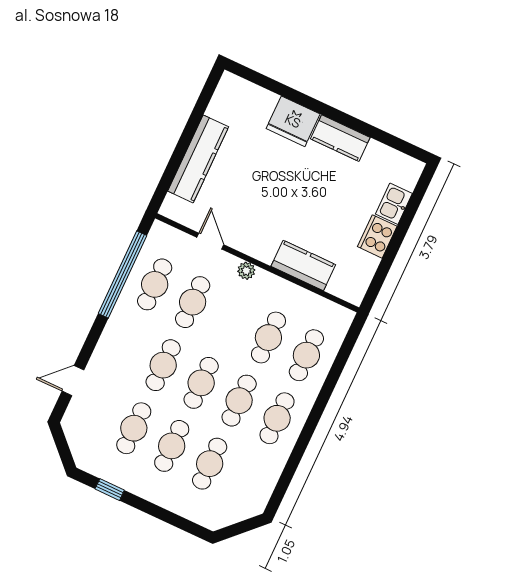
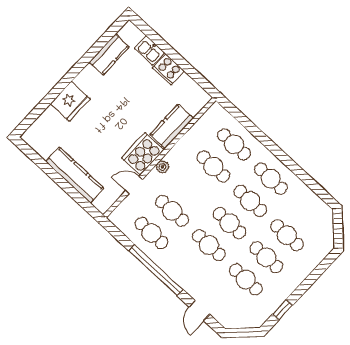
kitchen counter: (340, 138) -> (109, 54), moved
cooker: (255, 239) -> (143, 154), added
window: (122, 274) -> (156, 270), moved

